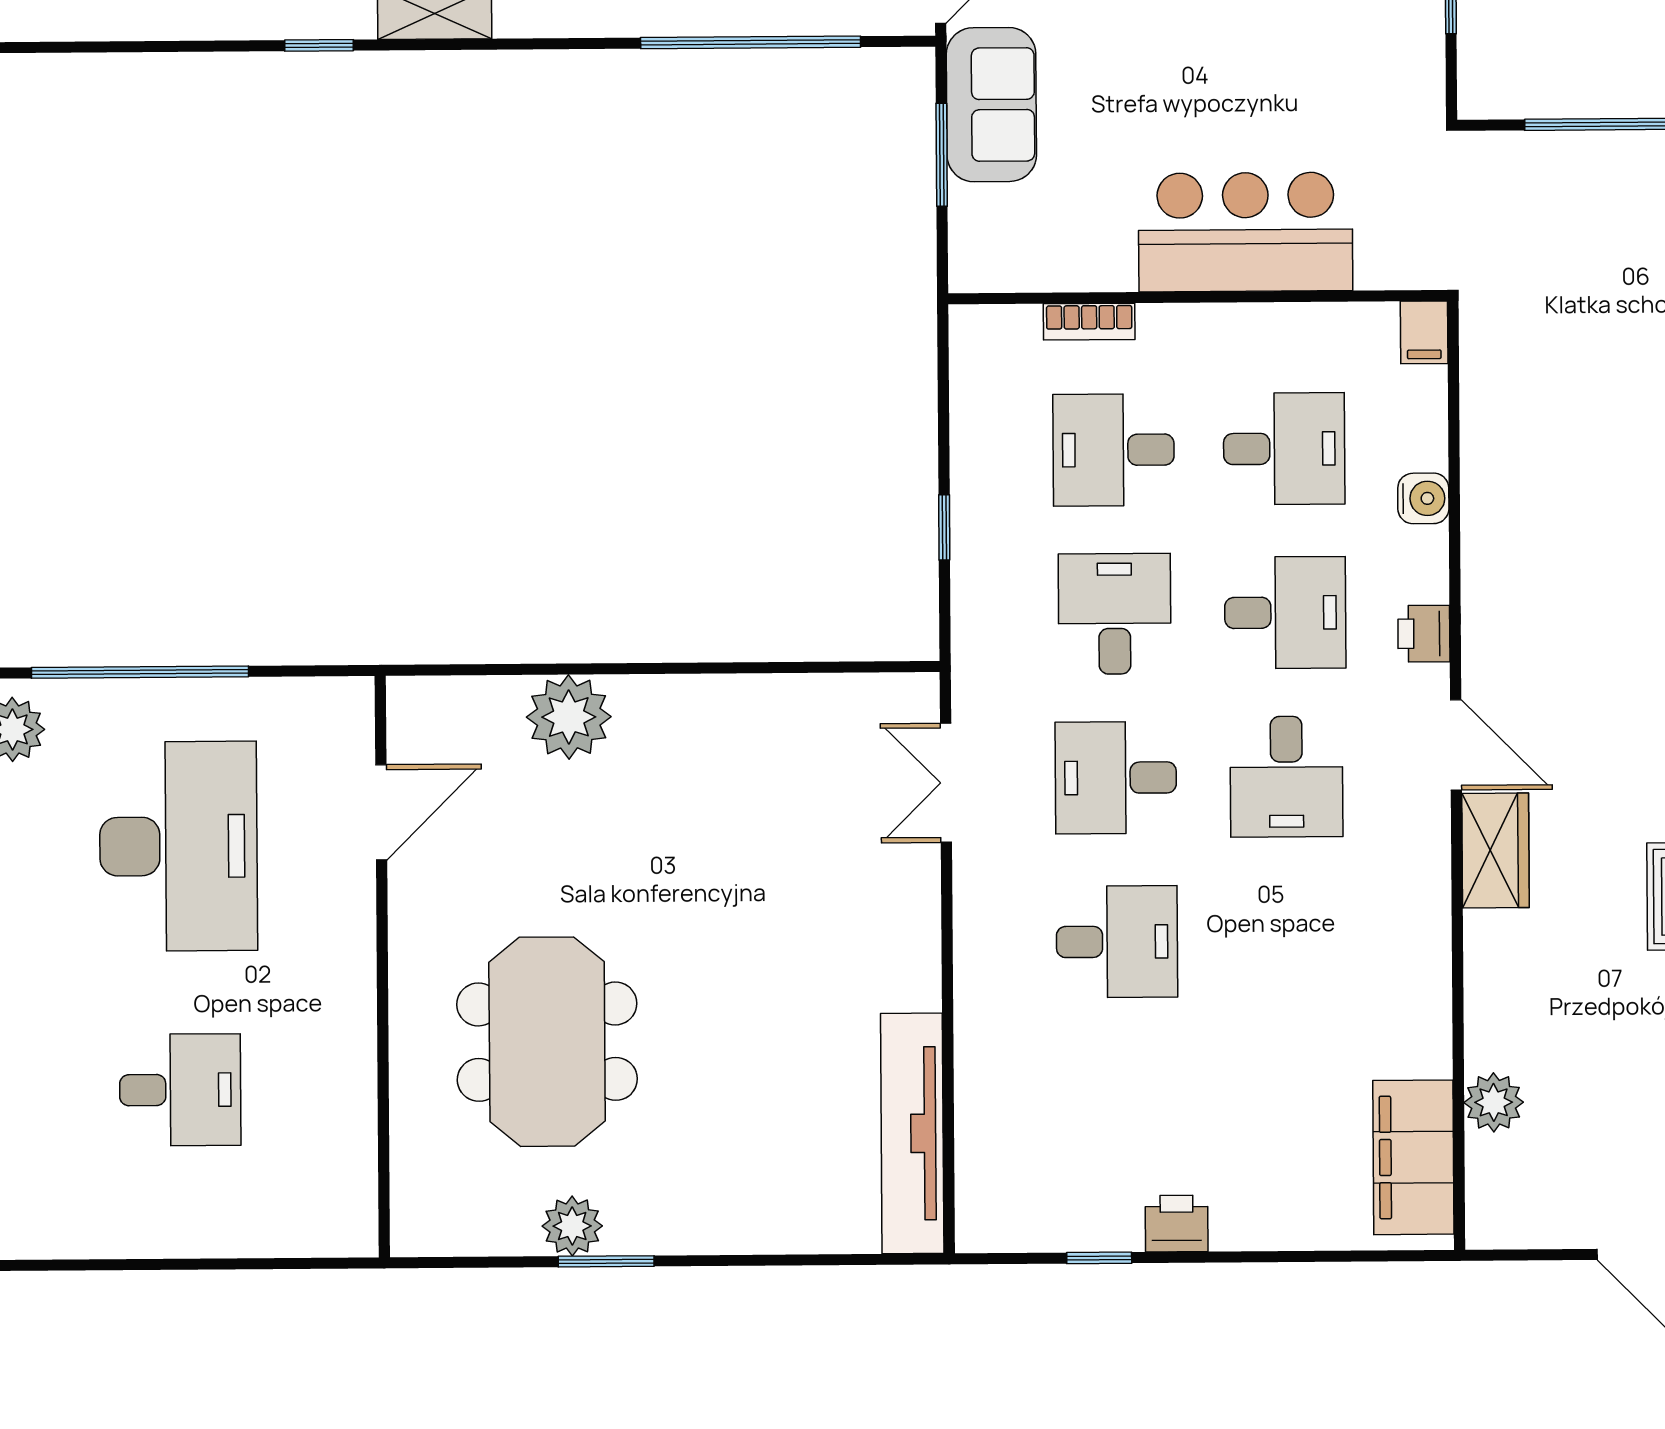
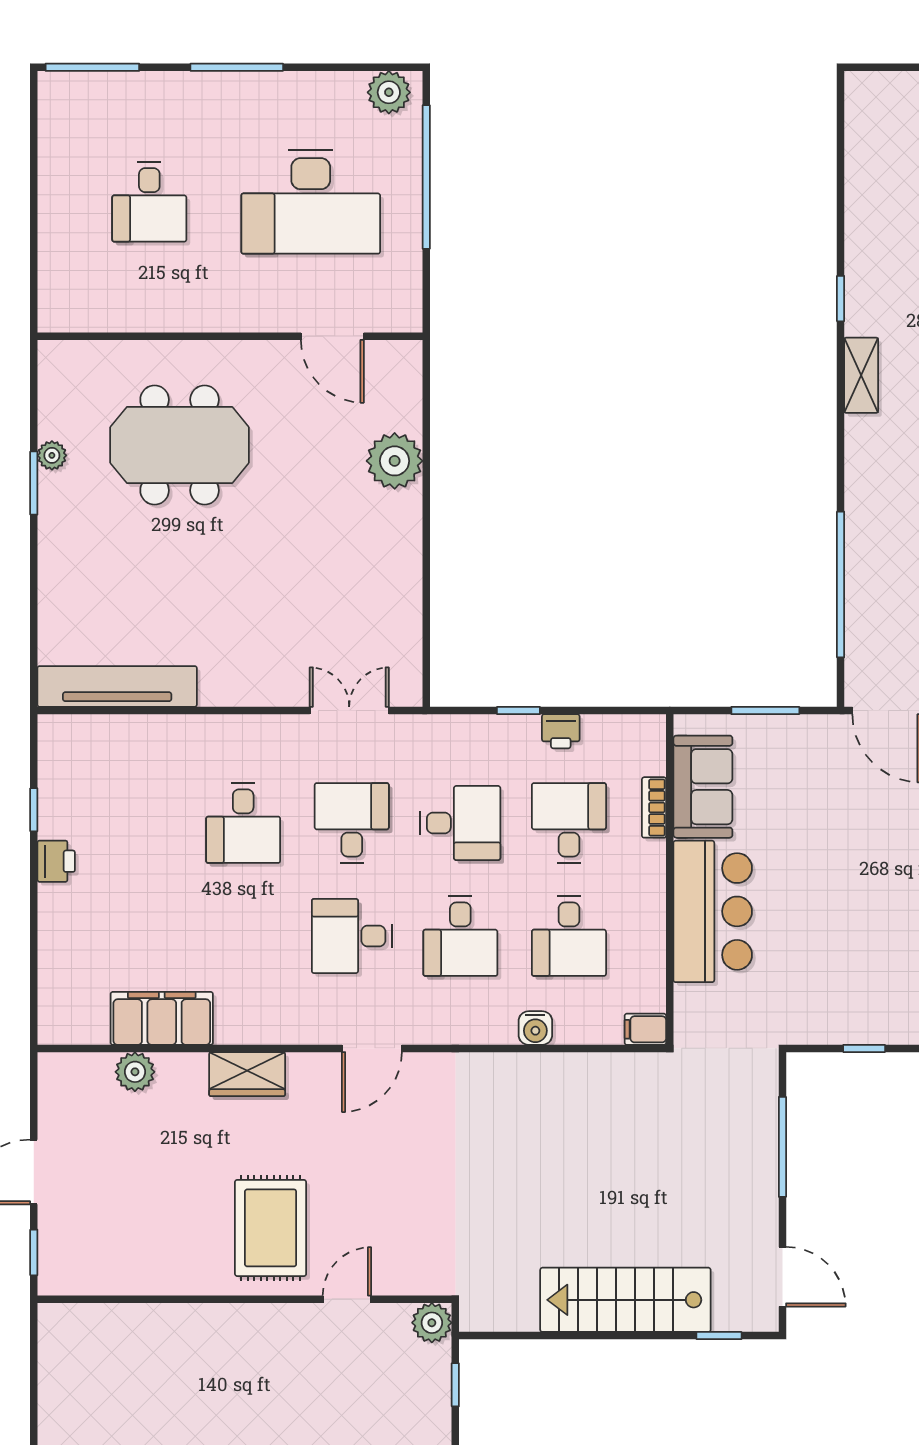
sofa: (991, 105) -> (703, 787), moved, turned -90
printer: (1424, 634) -> (561, 731), moved, turned 180
wardrobe: (1495, 850) -> (247, 1074), moved
filing cabinet: (1413, 1157) -> (162, 1018), moved
plant: (572, 1226) -> (52, 455), width x0.73, depth x0.73

